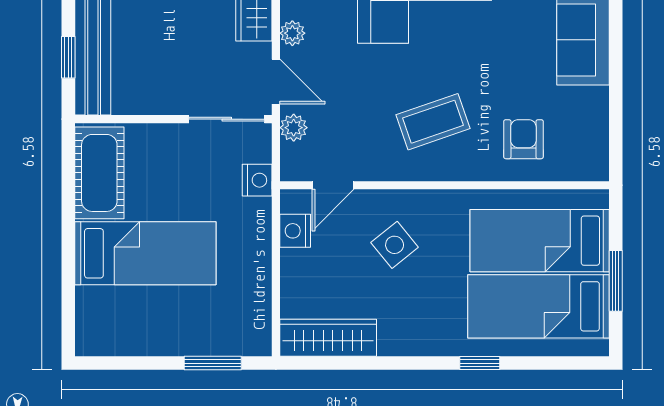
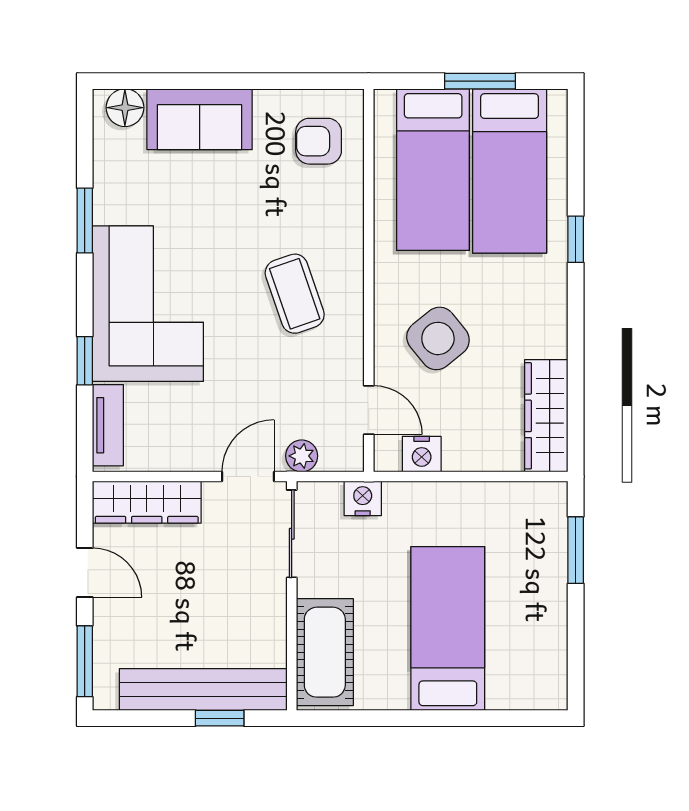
plant: (292, 33) -> (192, 457), removed
armchair: (523, 139) -> (319, 141), moved
cot: (99, 173) -> (325, 652), moved, turned 90
side table: (395, 245) -> (438, 338), width x1.37, depth x1.37

